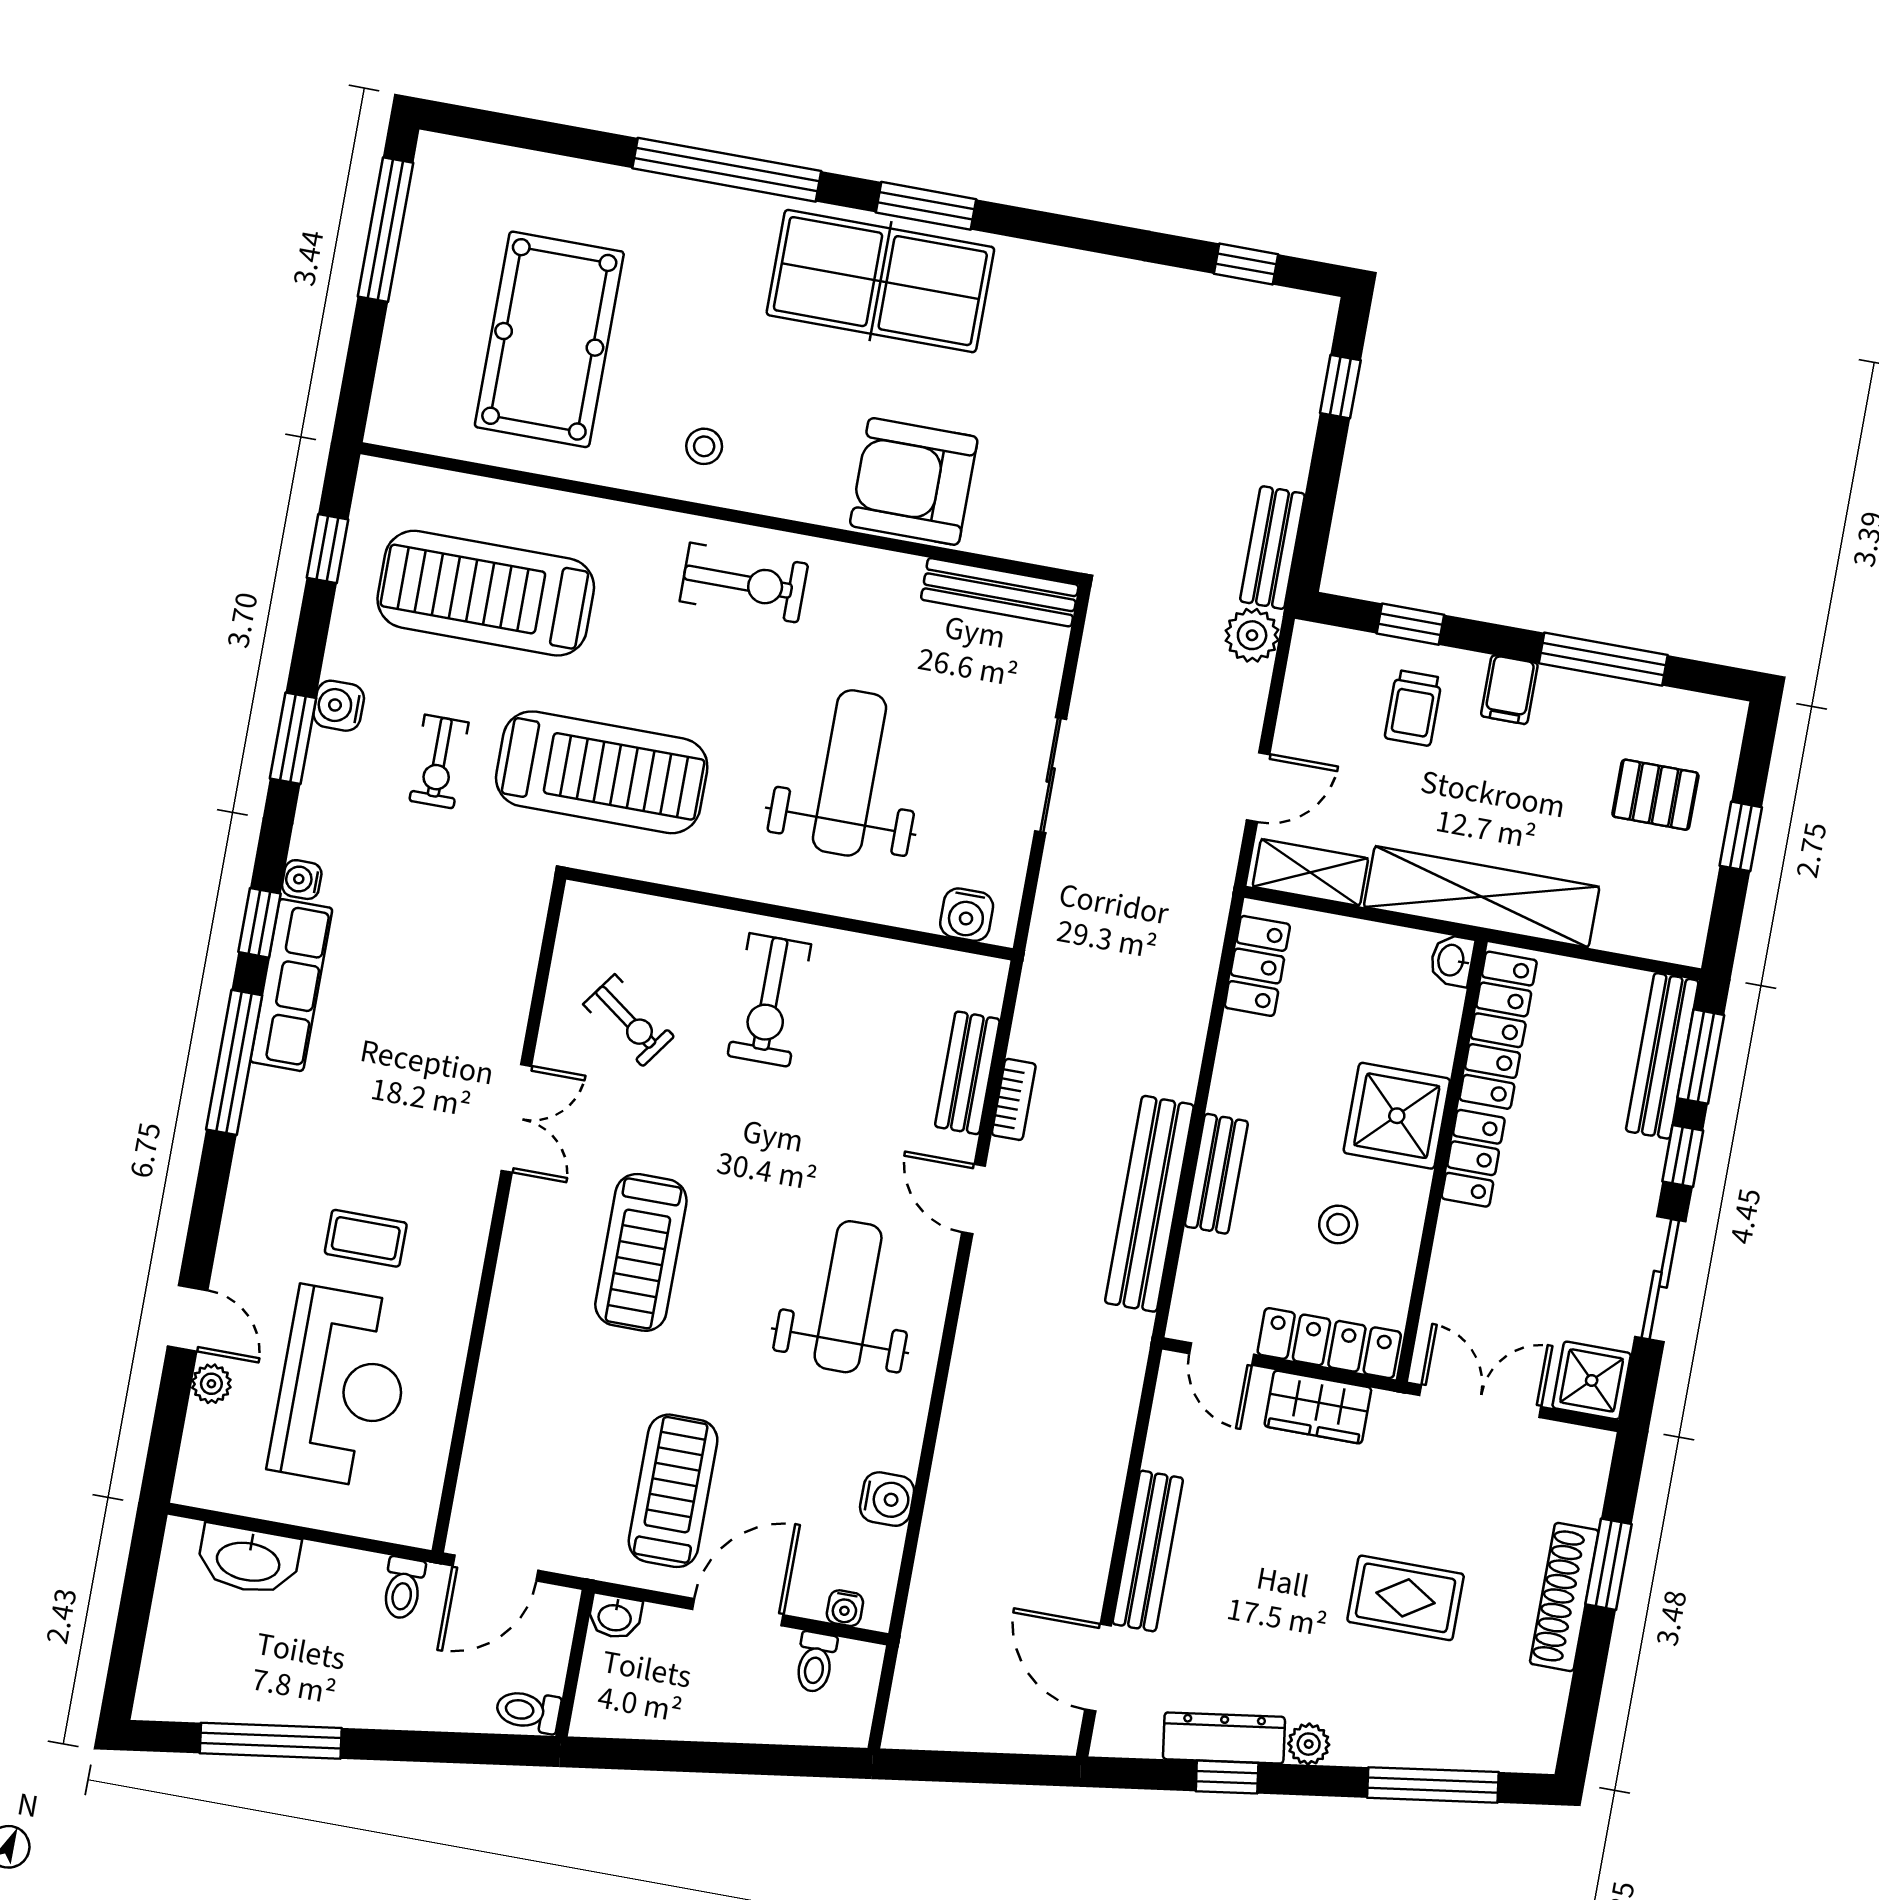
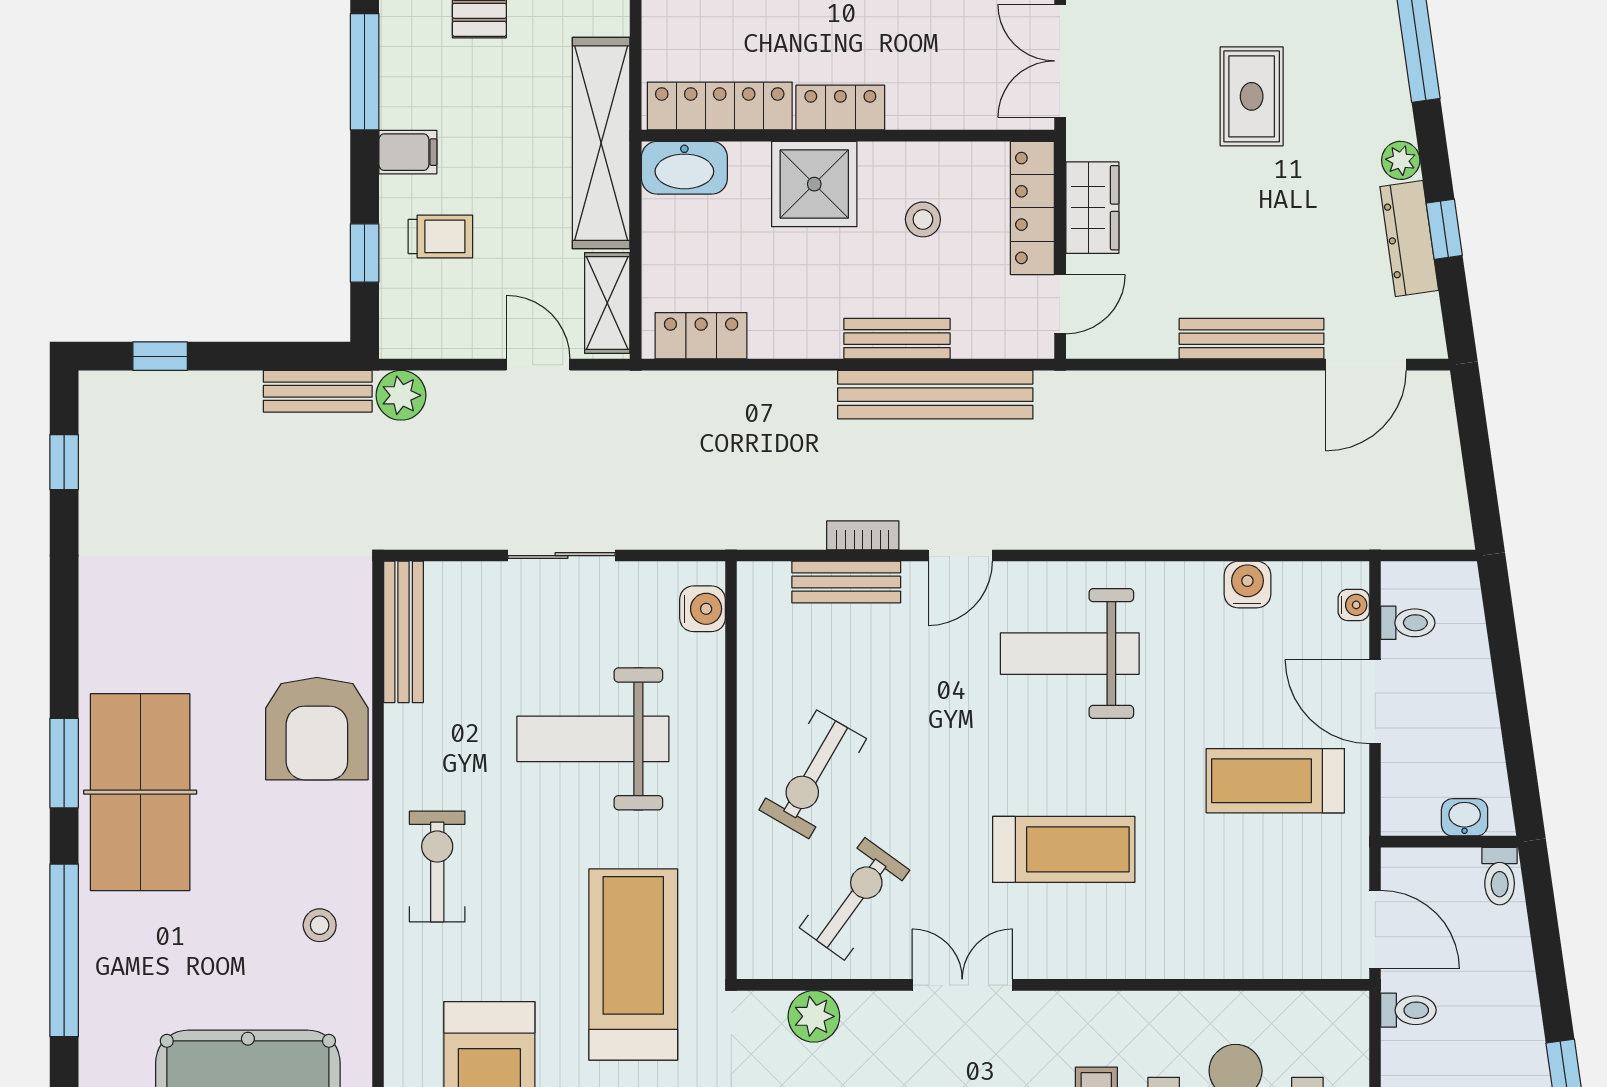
plant: (512, 954) -> (814, 1016), added
washbasin: (1452, 960) -> (684, 168), width x1.91, depth x1.45
exercise bike: (769, 1000) -> (813, 774), turned 120
exercise bike: (629, 1020) -> (855, 899), width x1.38, depth x1.39
washbasin: (615, 1617) -> (1465, 817), moved, turned -90

